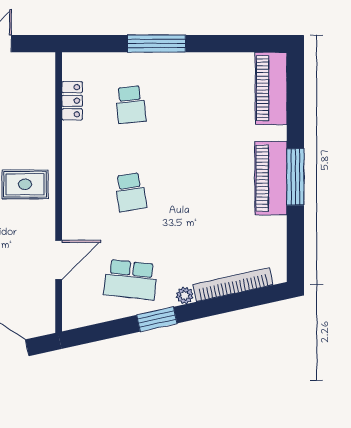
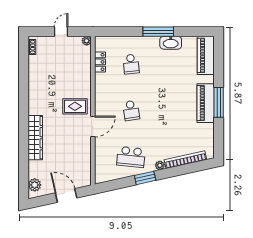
window: (156, 44) -> (158, 32), moved
plant: (47, 61) -> (87, 41), added
washbasin: (205, 64) -> (171, 43), added
door: (59, 260) -> (93, 127), moved

